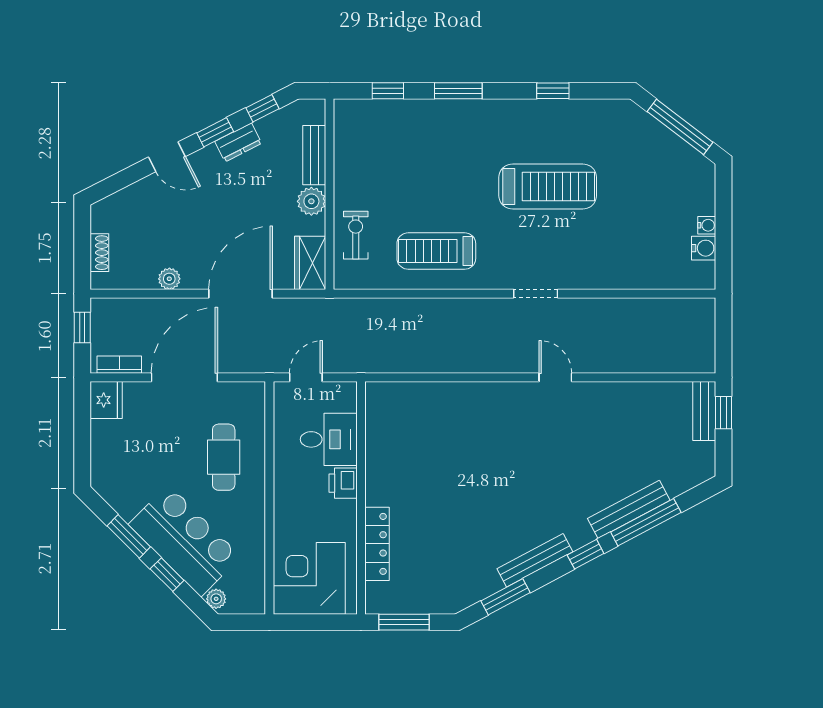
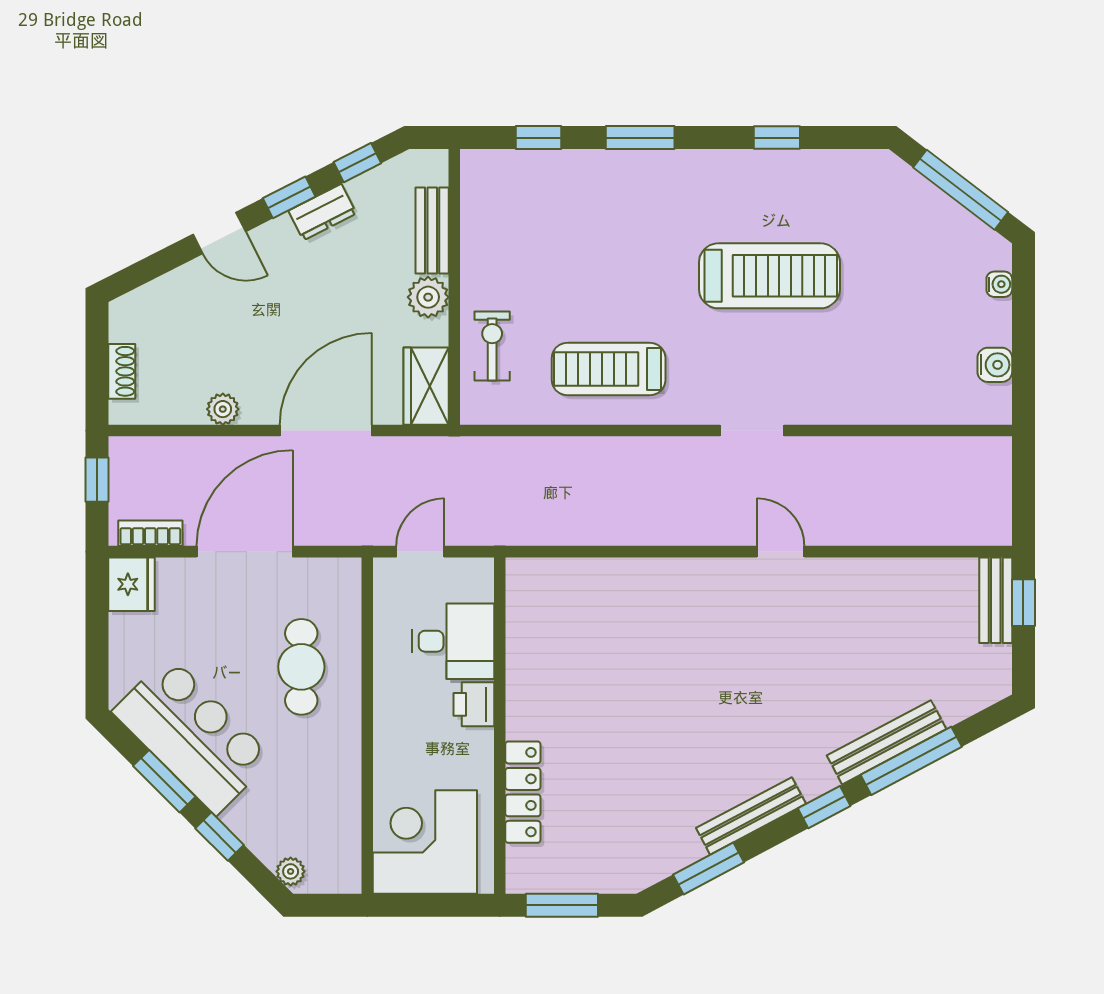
water cooler: (707, 225) -> (999, 284), moved
bar counter: (185, 541) -> (193, 735), moved

